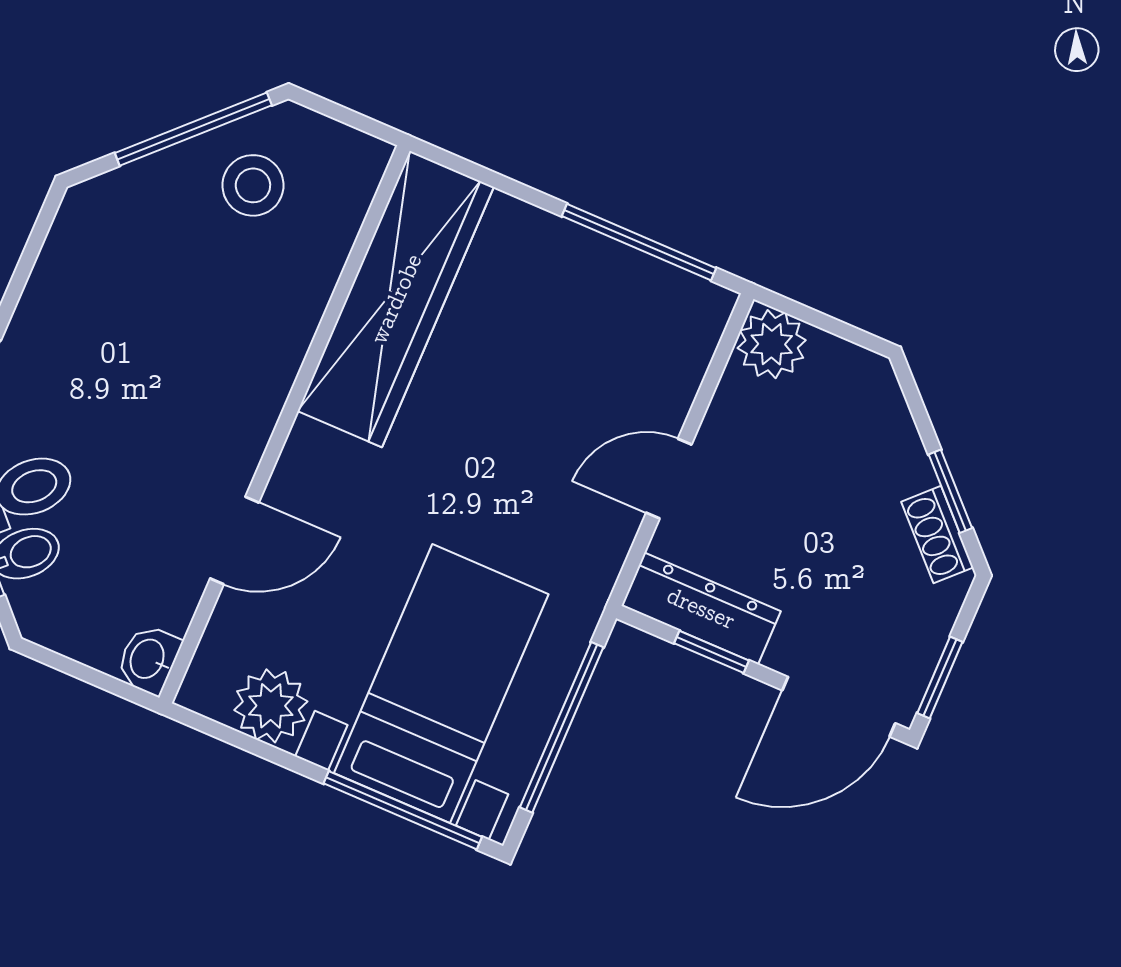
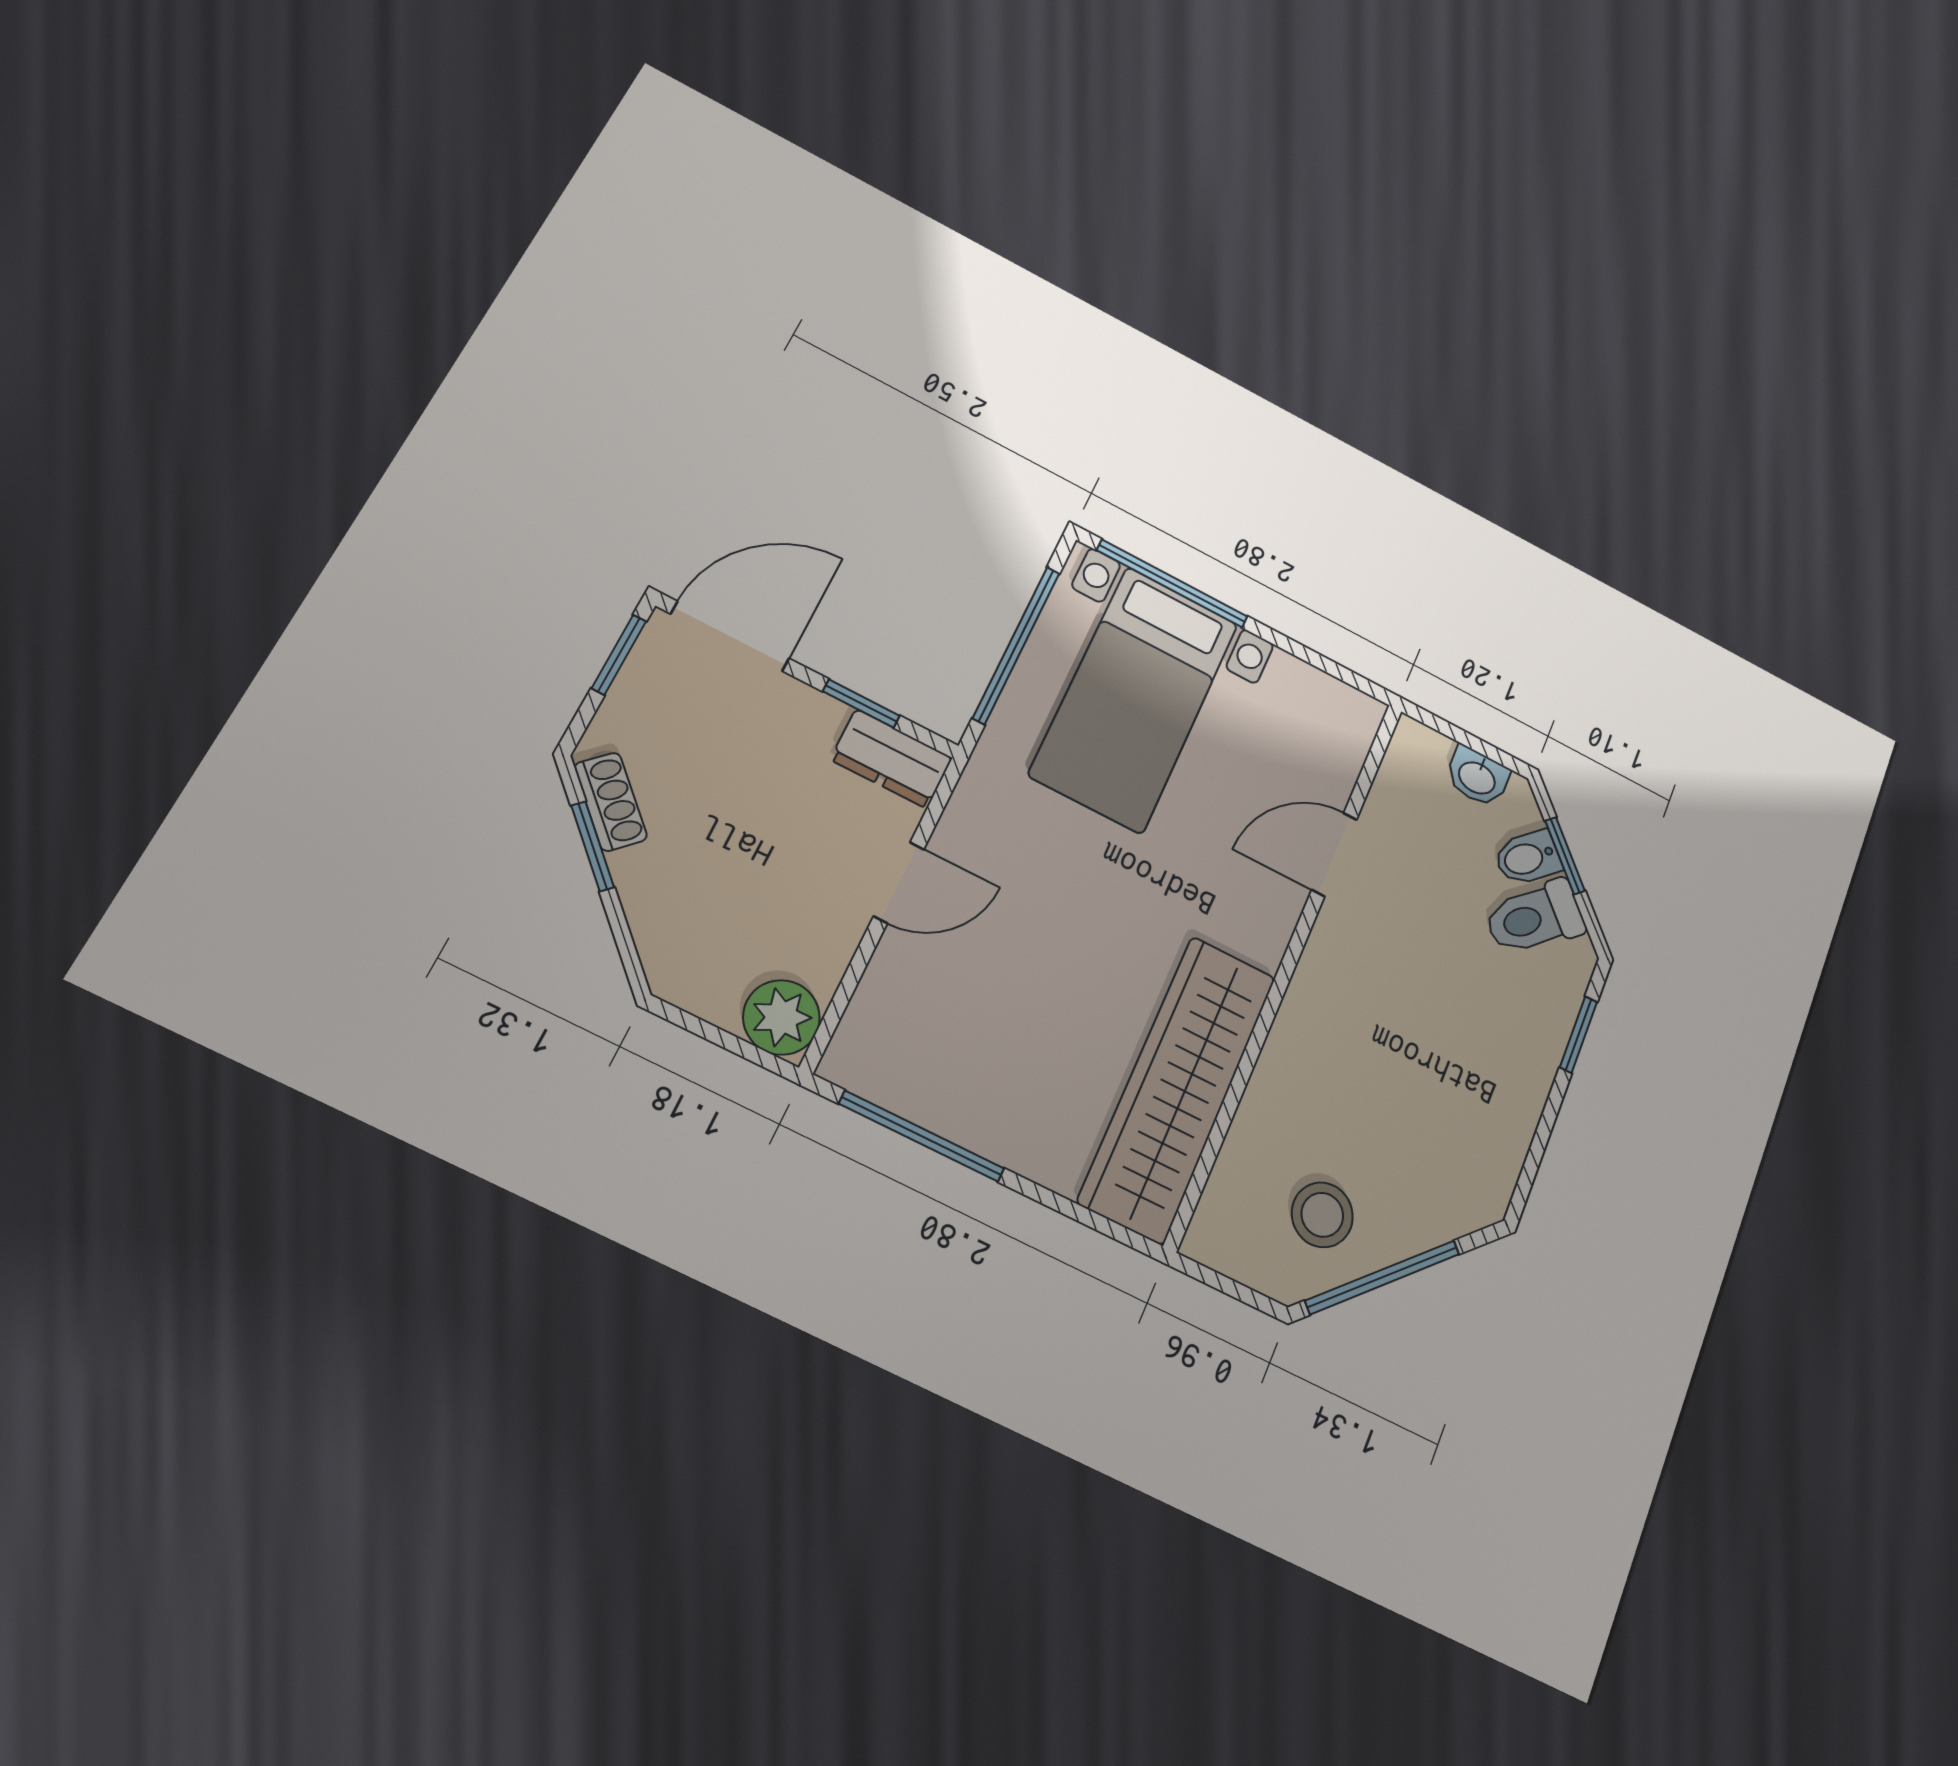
dresser: (701, 608) -> (891, 759), width x0.70
washbasin: (148, 659) -> (1477, 777), moved, turned 90
plant: (271, 706) -> (1298, 694), removed

